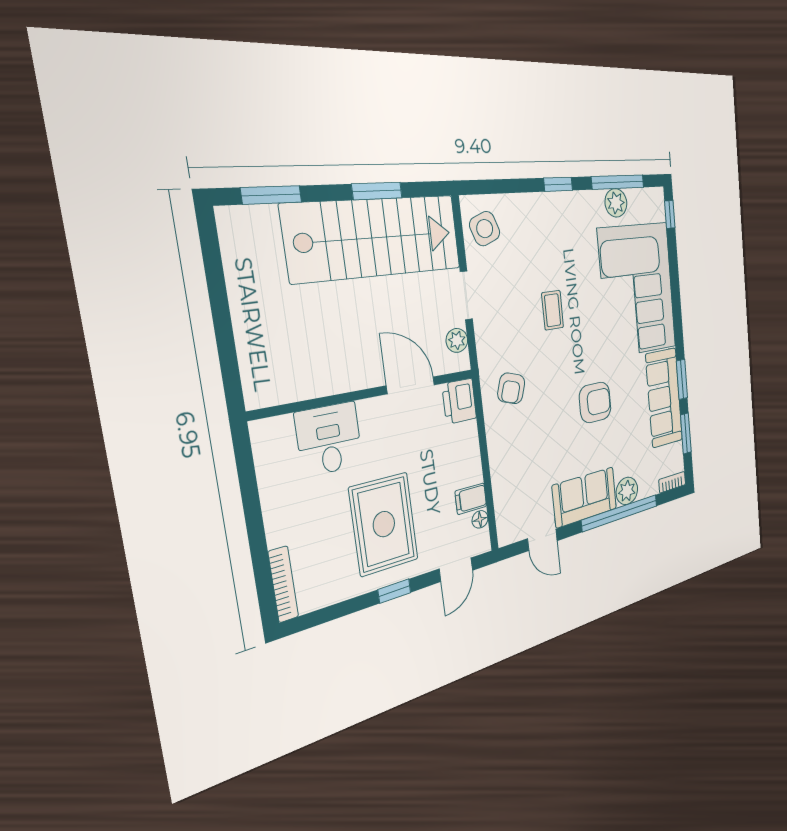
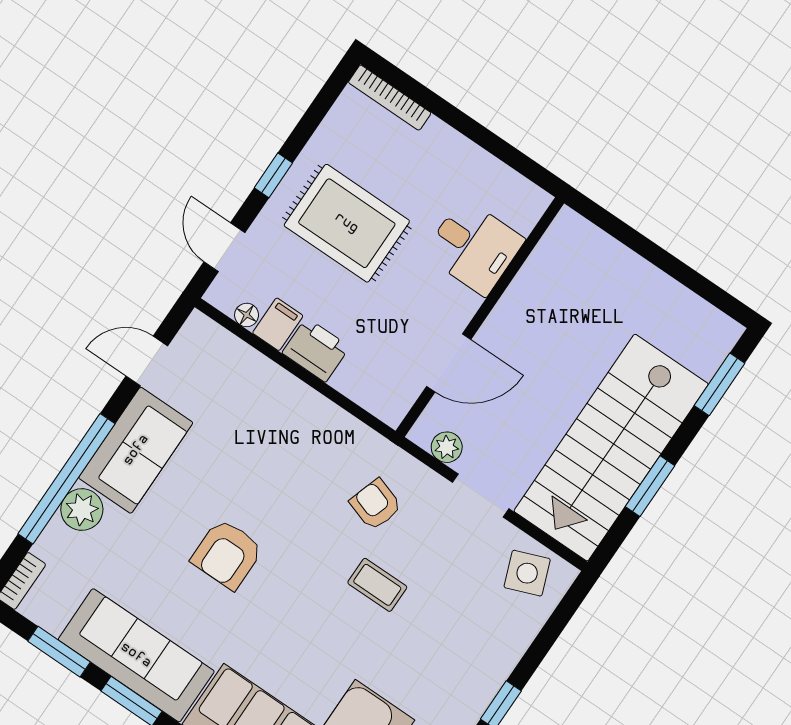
armchair: (511, 388) -> (376, 505), moved
printer: (459, 401) -> (316, 350), moved

